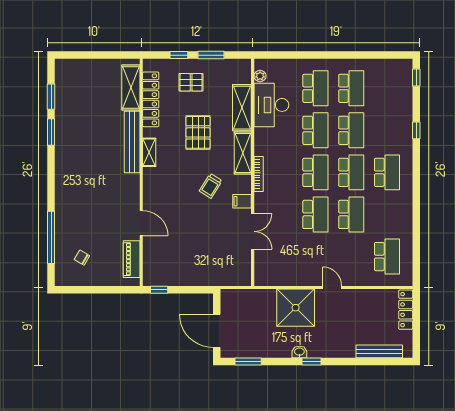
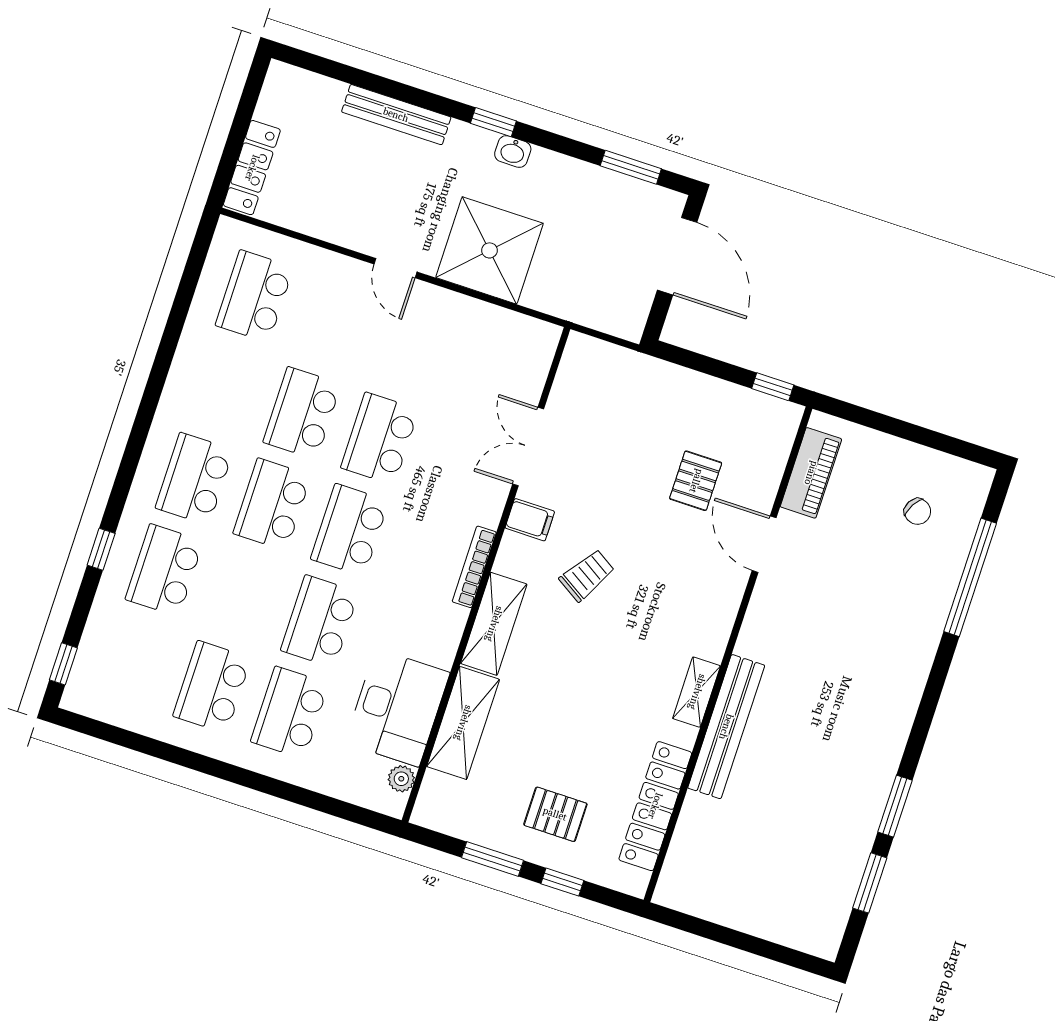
shelving: (131, 87) -> (690, 846), removed
school desk: (351, 130) -> (164, 570), moved
pallet: (198, 132) -> (696, 481), moved, width x0.67, depth x0.71
bench: (379, 351) -> (396, 115), moved

